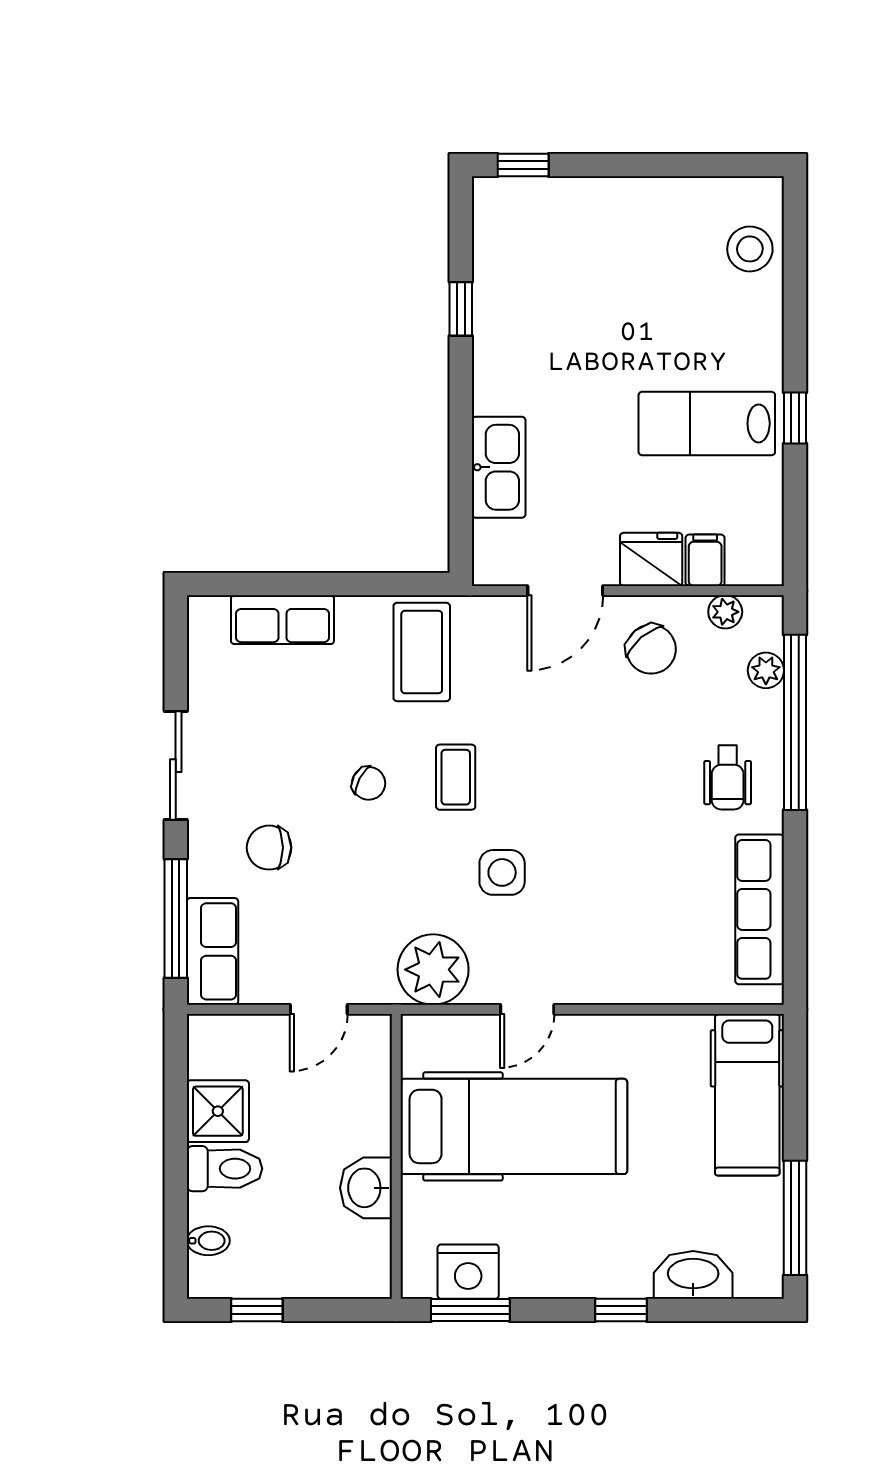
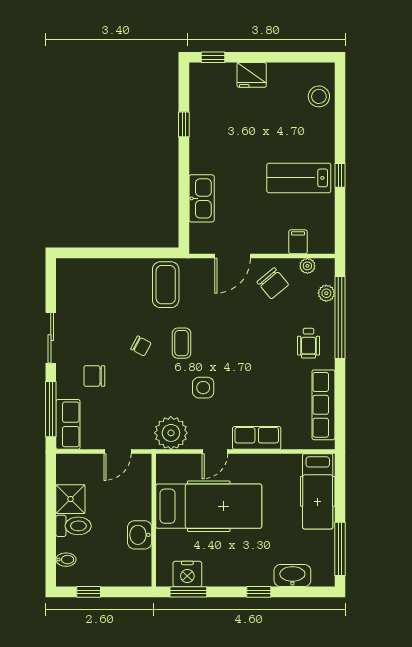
fridge: (651, 559) -> (252, 75), moved, turned 180
row of seats: (282, 620) -> (257, 438), moved, turned 180

